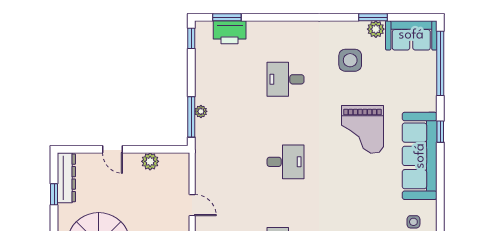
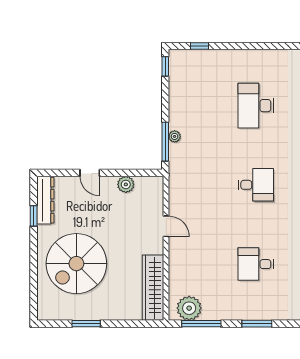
window: (227, 17) -> (200, 46), width x0.67
printer: (230, 32) -> (202, 60), removed
desk: (286, 79) -> (256, 106), width x1.37

